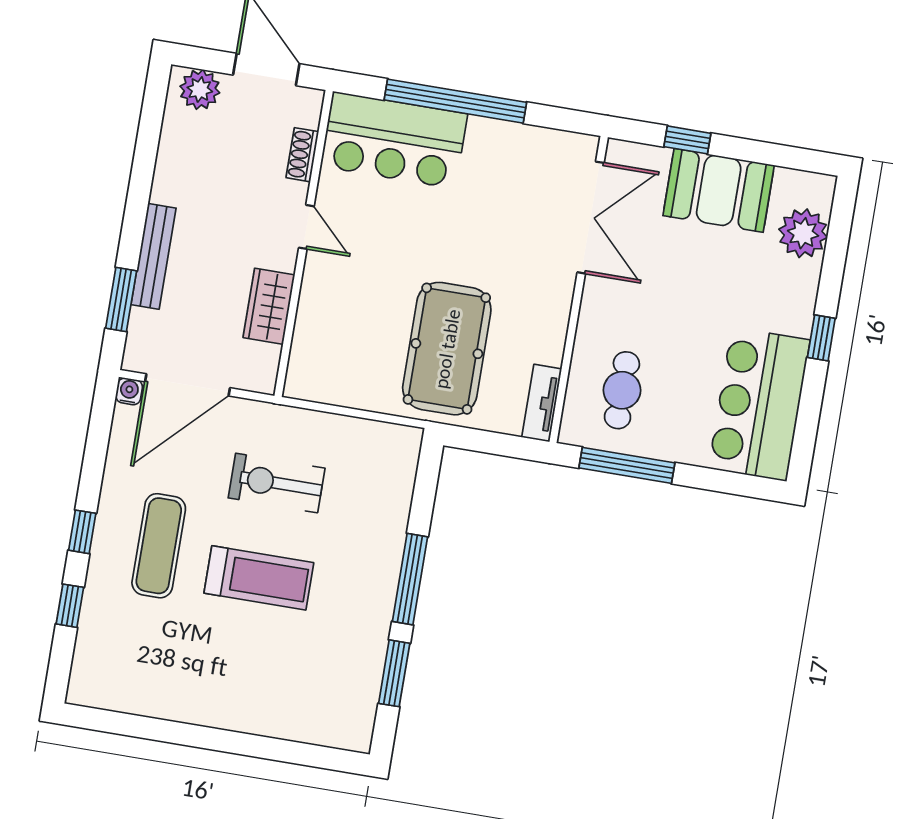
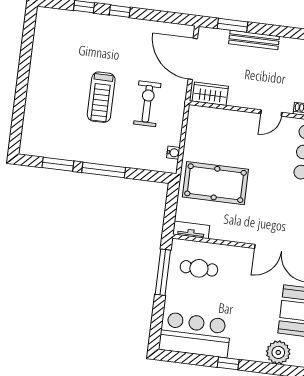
wardrobe: (269, 306) -> (210, 94), moved
water cooler: (129, 391) -> (173, 153), moved
exercise mat: (159, 546) -> (115, 48), removed

